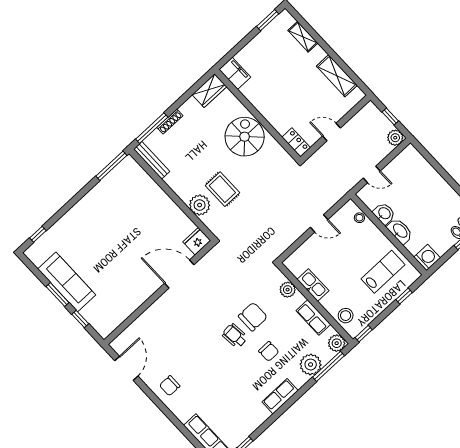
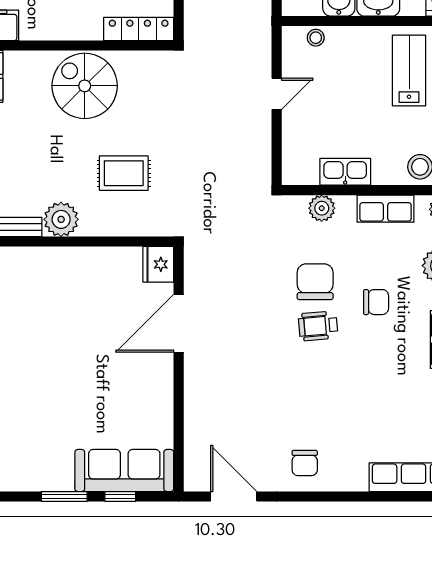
locker: (296, 142) -> (139, 29), width x1.53
plant: (200, 205) -> (61, 219), moved
sofa: (67, 282) -> (124, 470), moved

